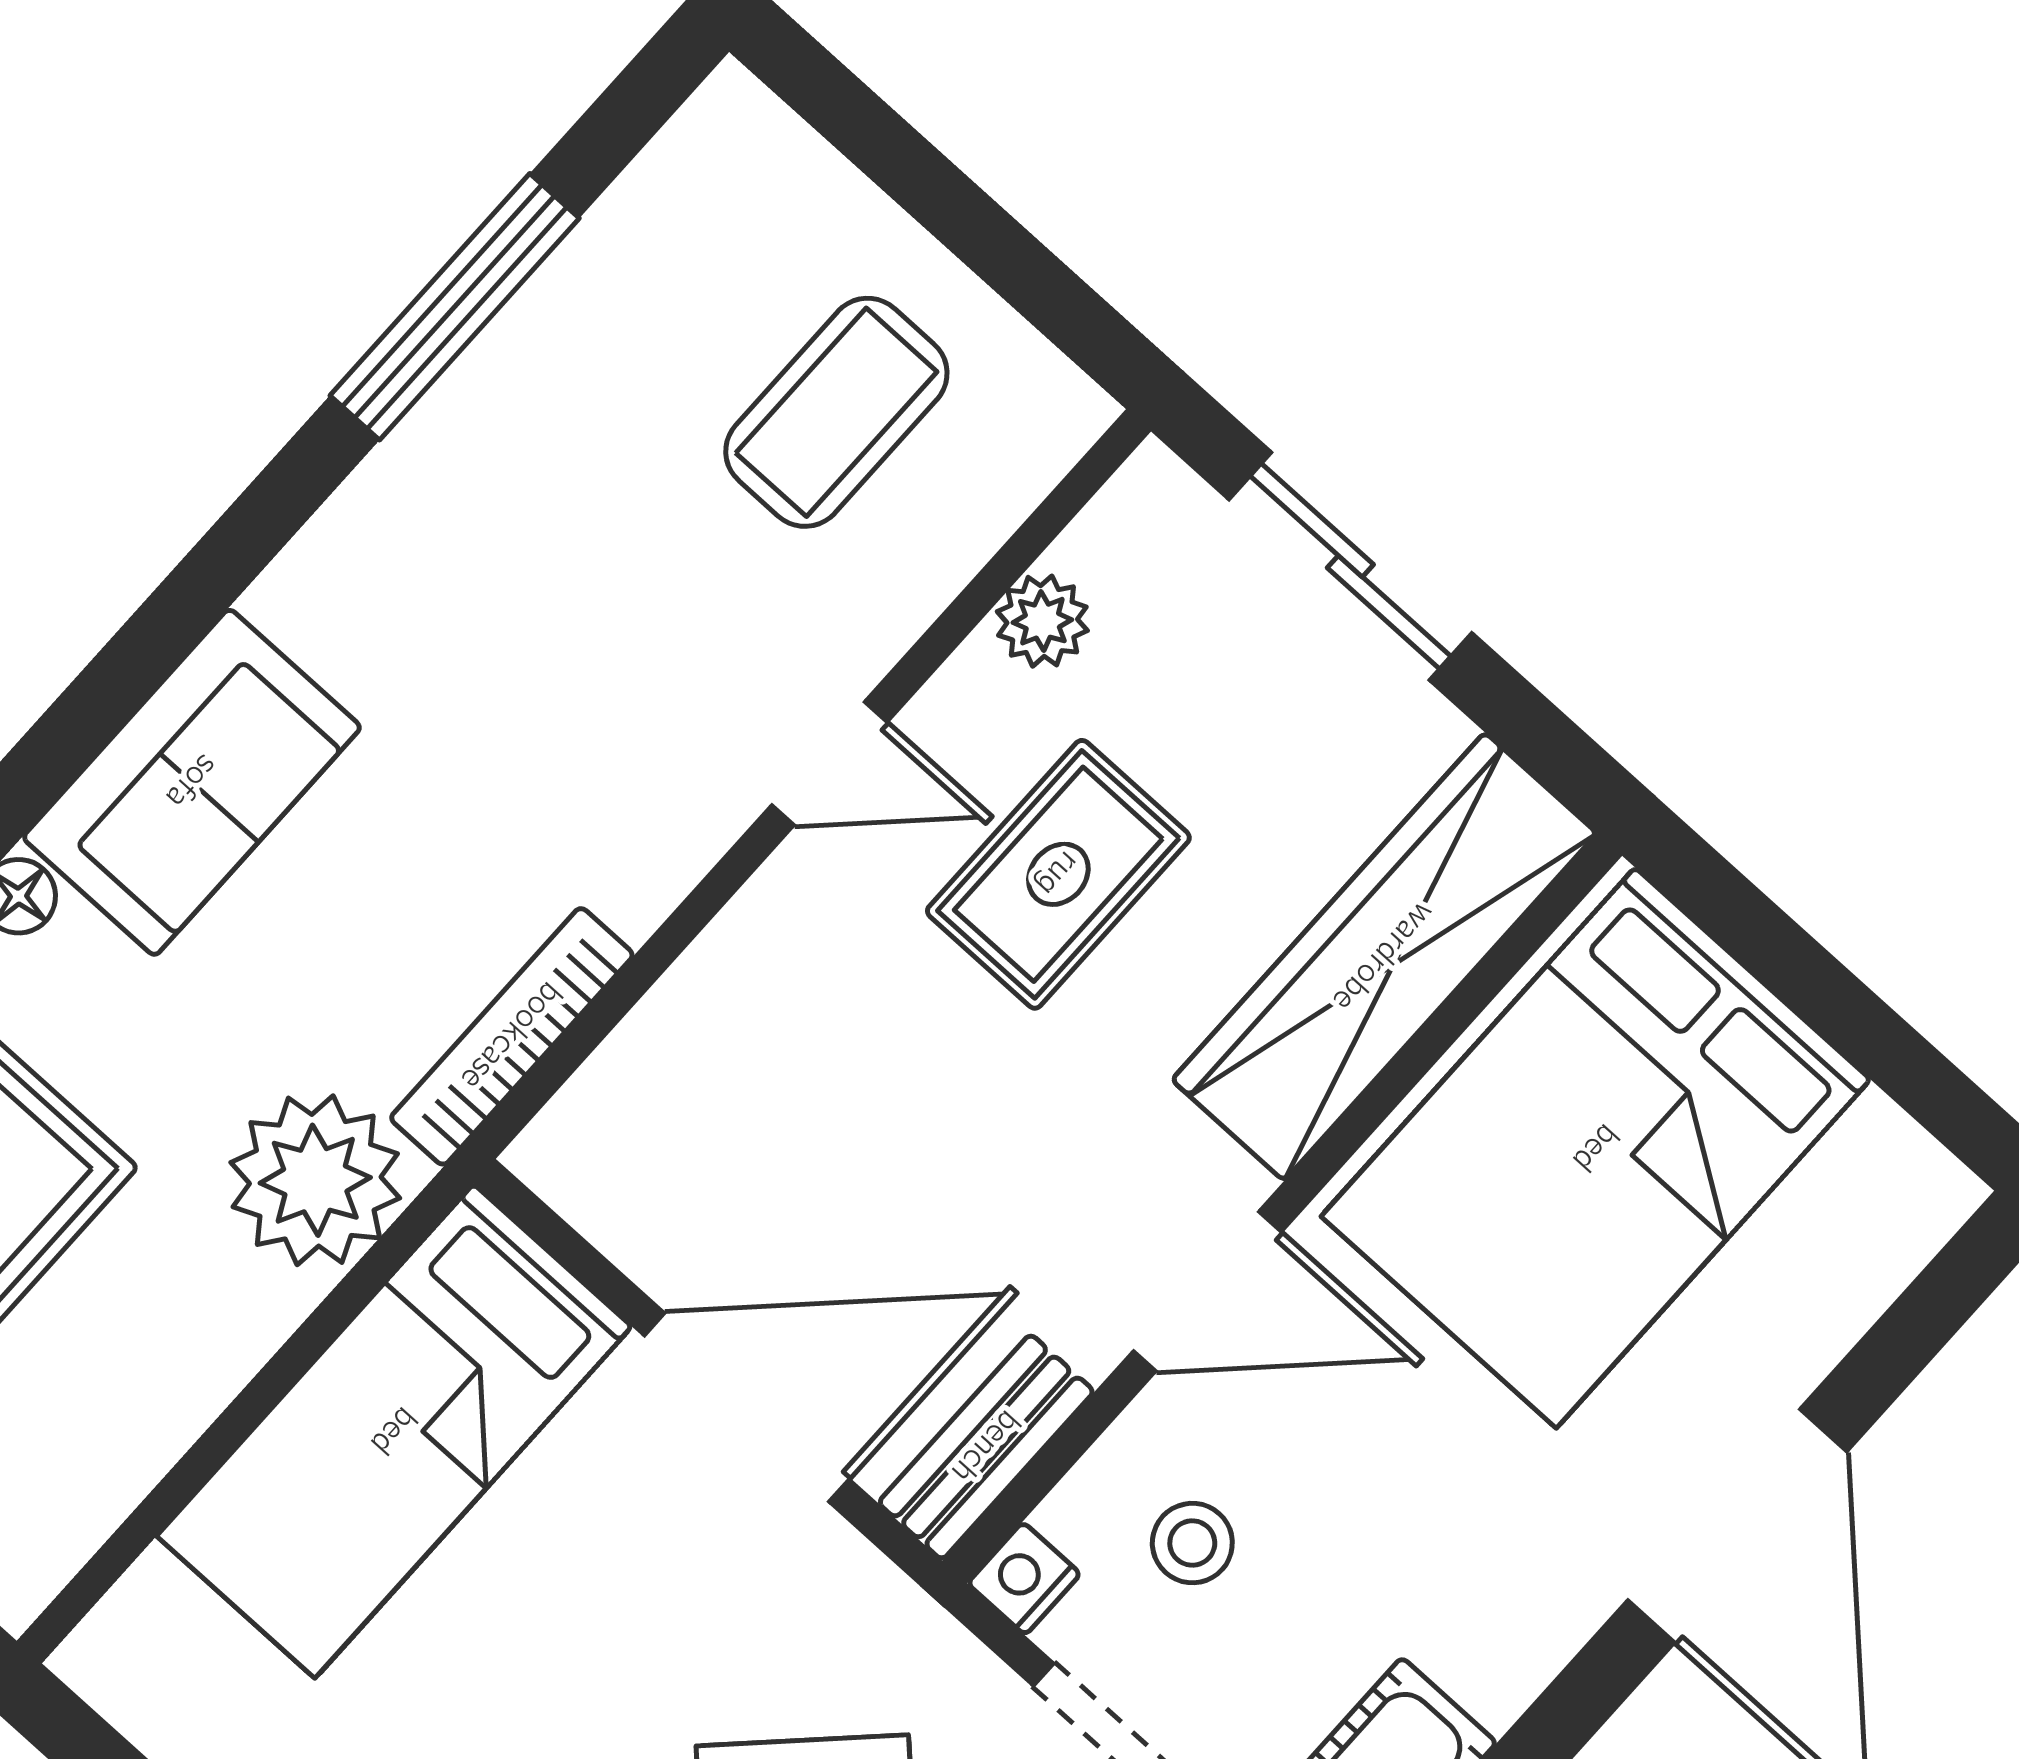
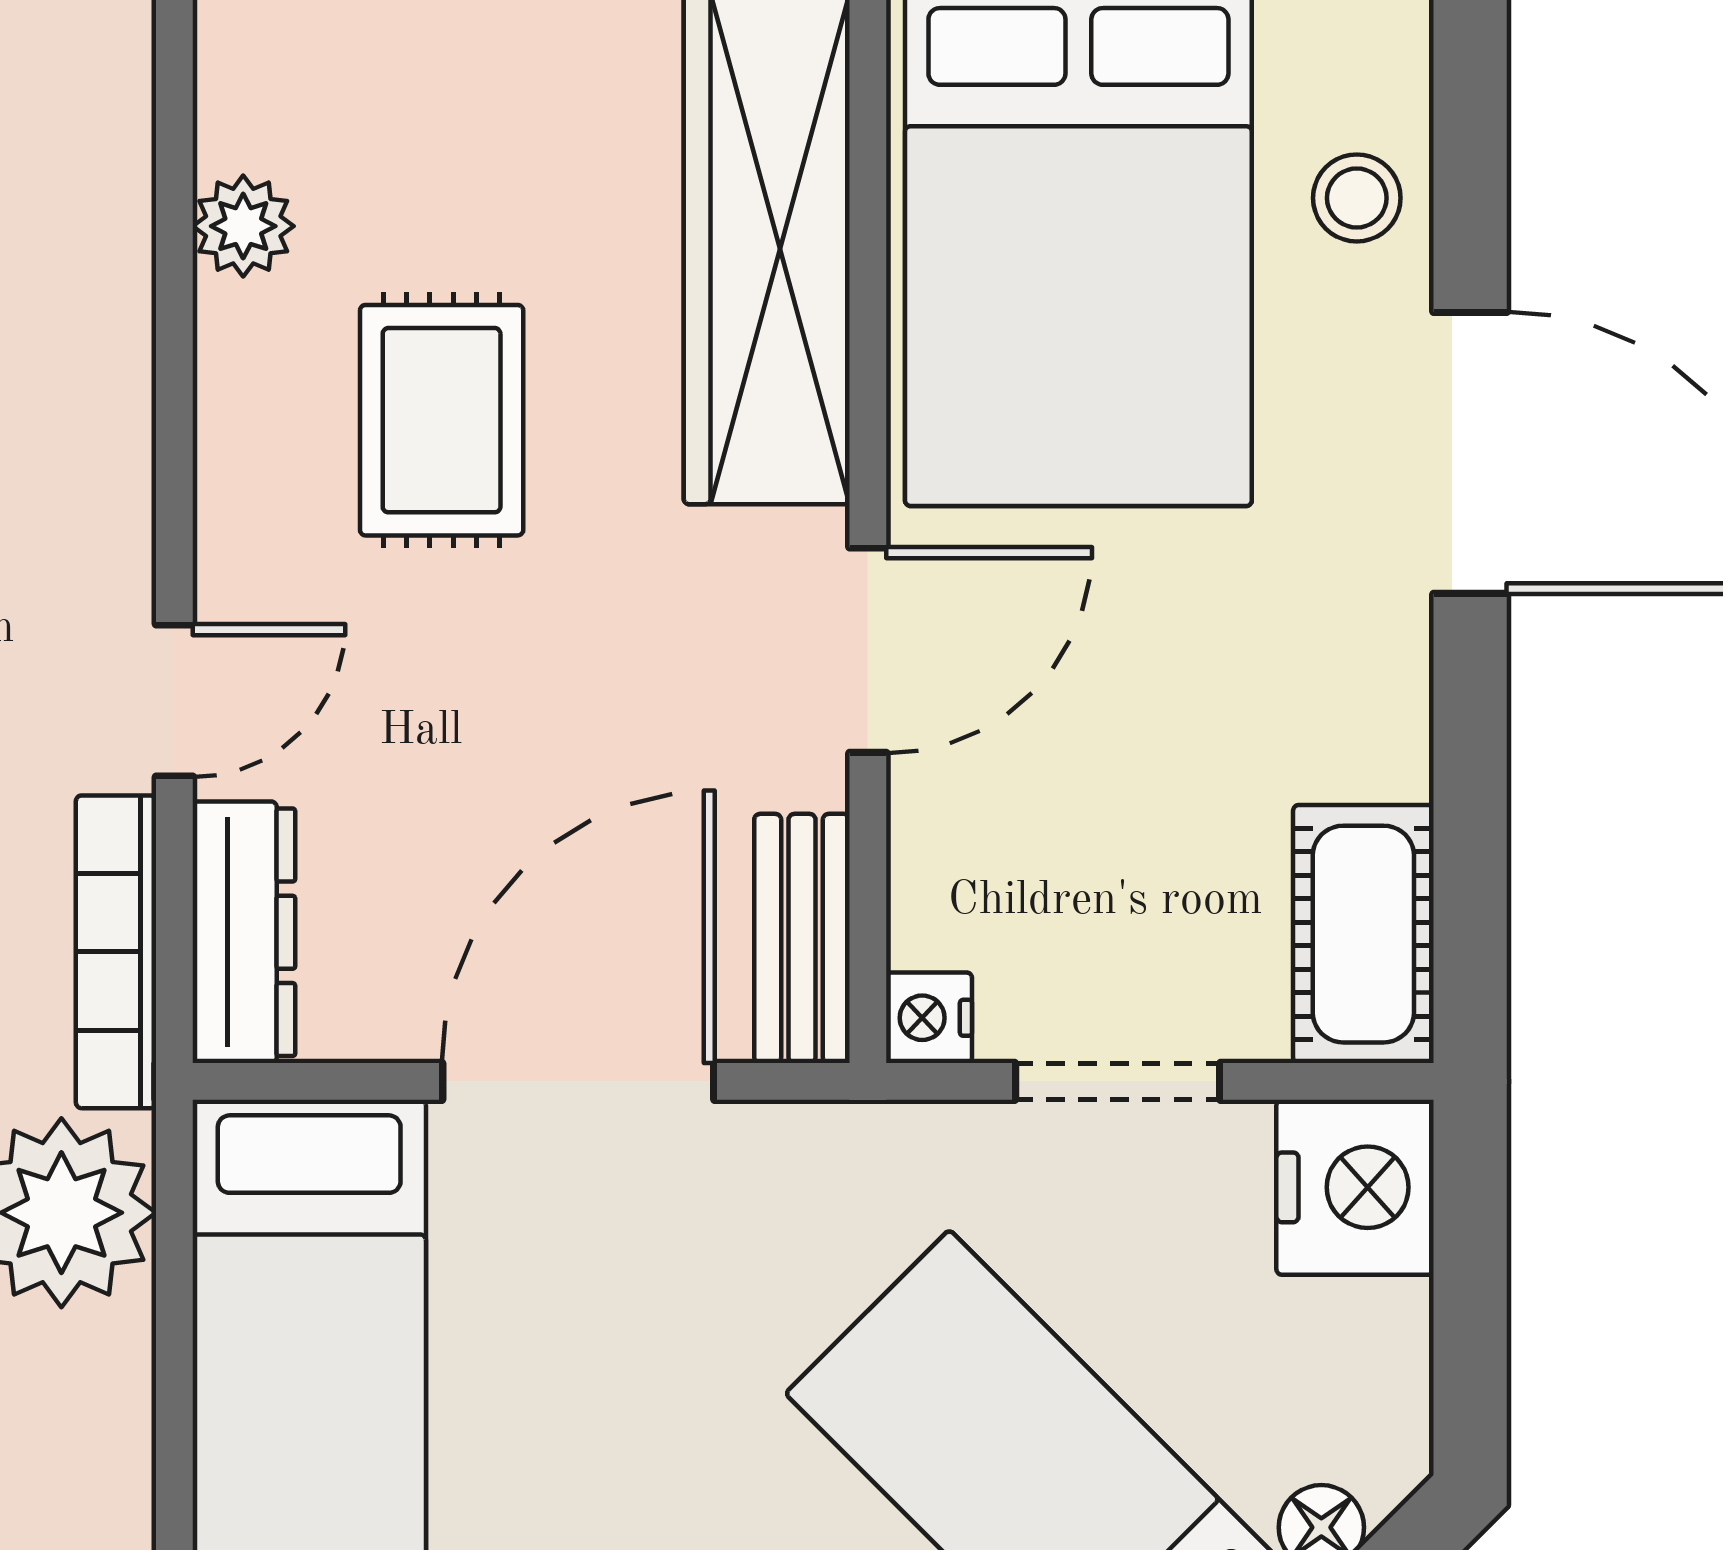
door: (829, 764) -> (174, 701), moved
dresser: (611, 1101) -> (244, 932), added
stool: (1192, 1543) -> (1357, 198), moved

